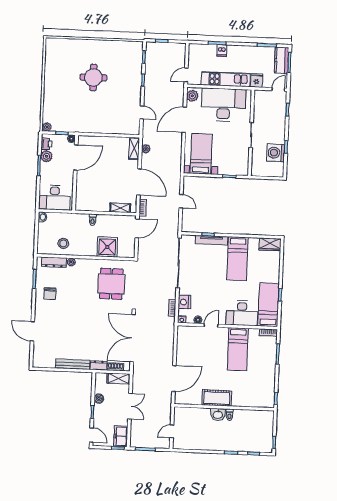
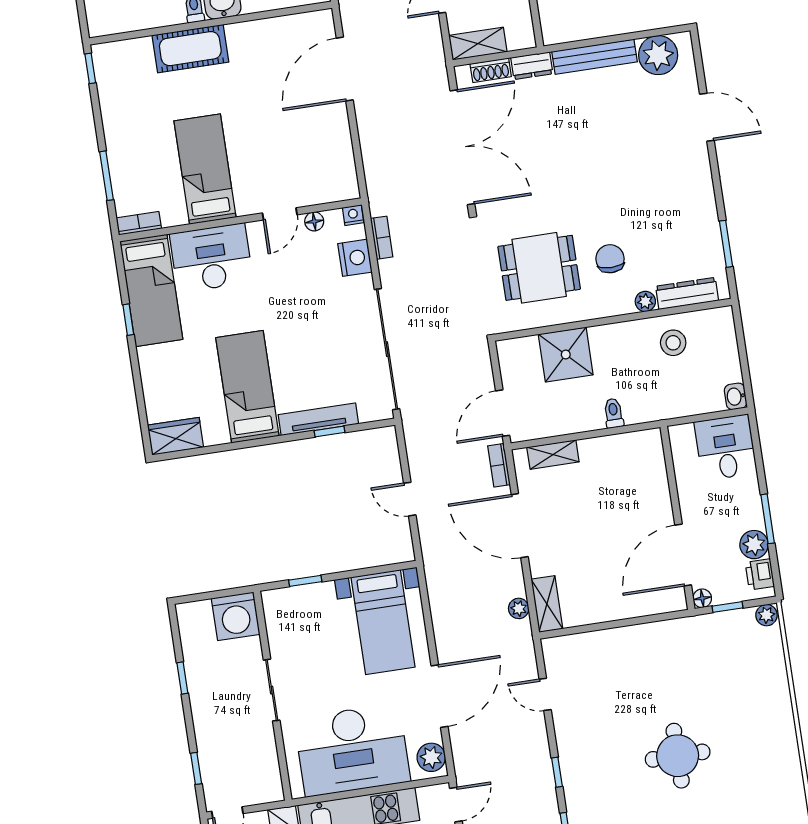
washing machine: (276, 153) -> (236, 616), moved, turned 90
desk: (55, 198) -> (726, 447), width x0.73
dining table: (111, 284) -> (539, 268), turned 90
chair: (50, 294) -> (610, 259), moved
plant: (47, 360) -> (658, 55), added
cot: (217, 398) -> (190, 49), moved

